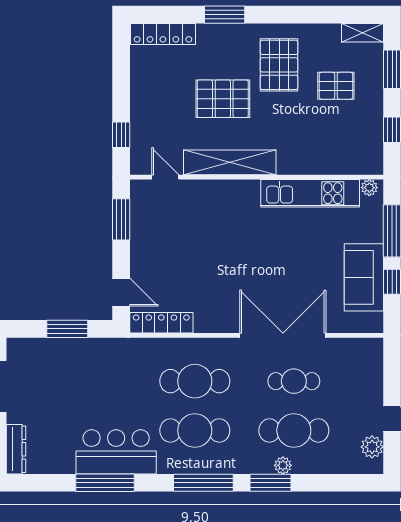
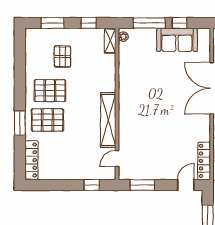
shelving: (363, 33) -> (110, 41), moved
pallet: (223, 99) -> (47, 120), moved, turned 90
kitchen unit: (310, 193) -> (127, 72), removed

